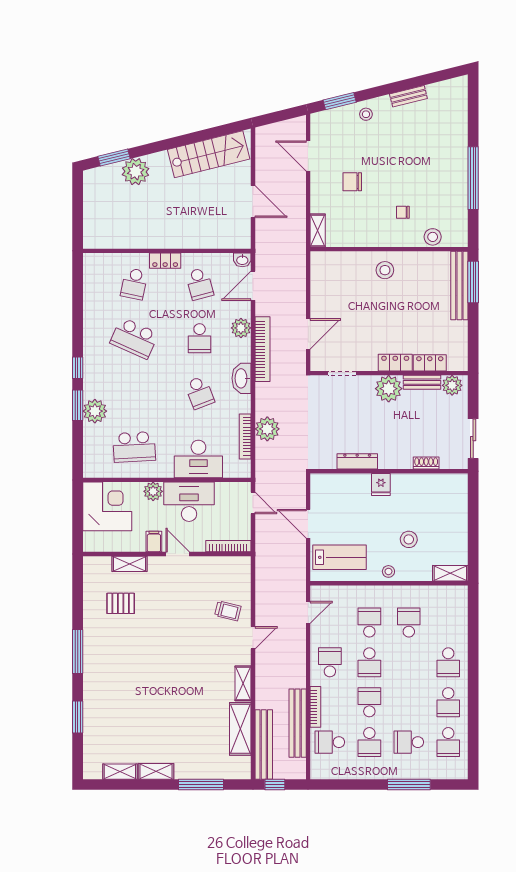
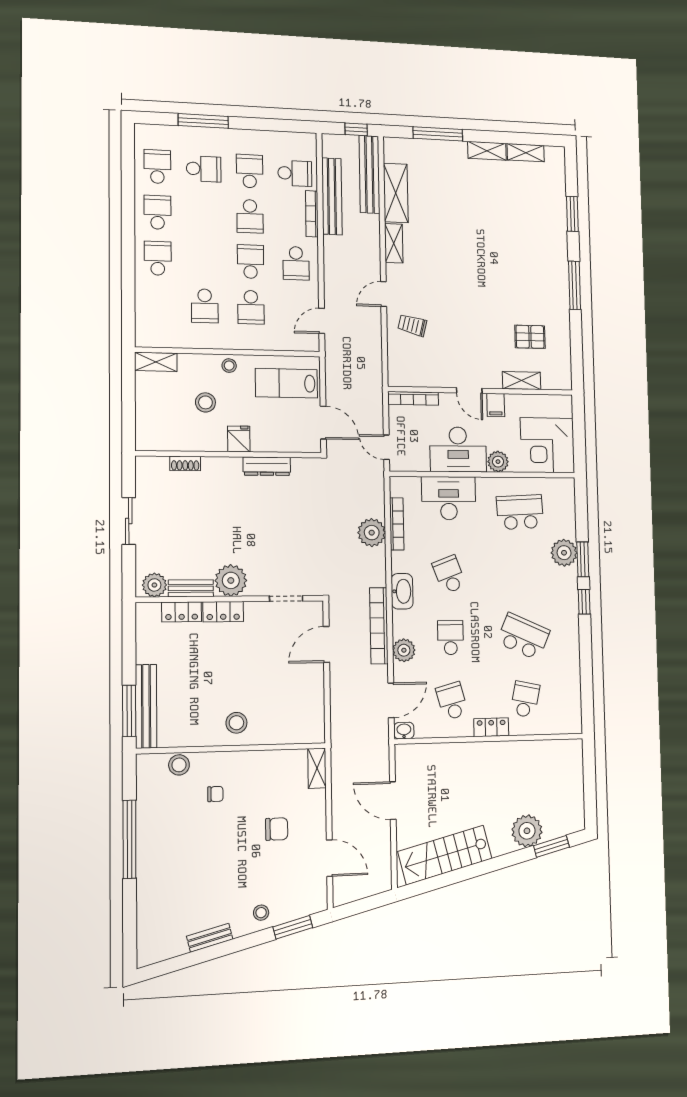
dresser: (357, 461) -> (267, 466), moved
shoe rack: (426, 463) -> (185, 464), moved
wall: (389, 471) -> (229, 454), moved
fridge: (381, 484) -> (239, 439), moved

